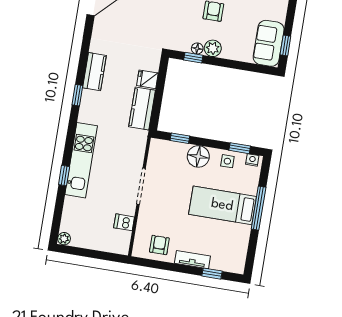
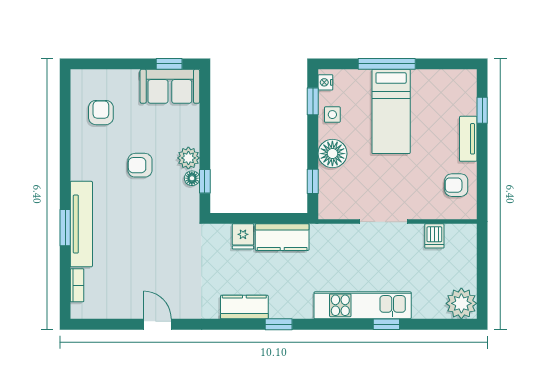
plant: (64, 239) -> (461, 303), width x1.87, depth x1.87

